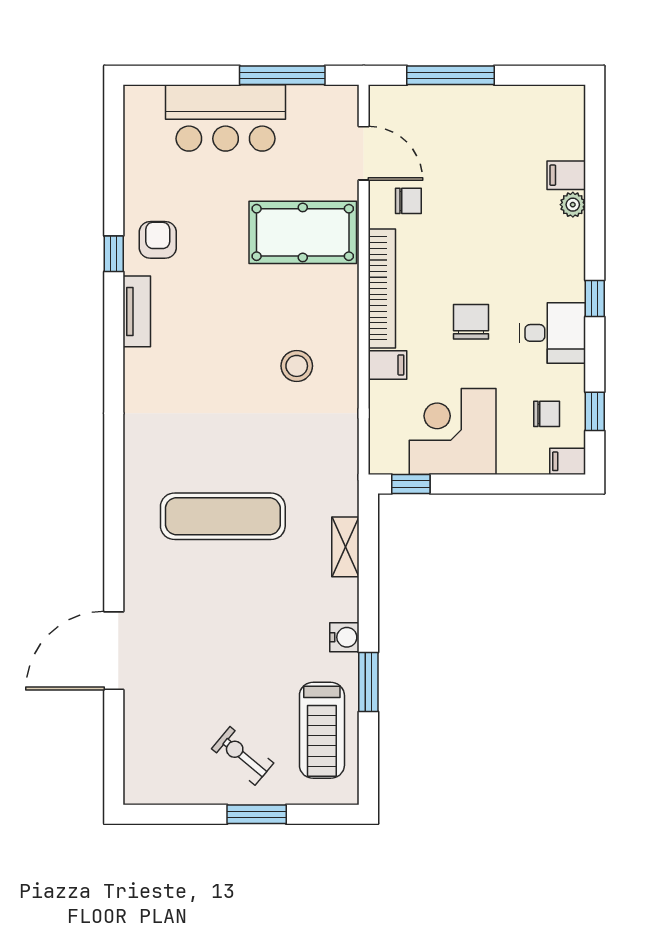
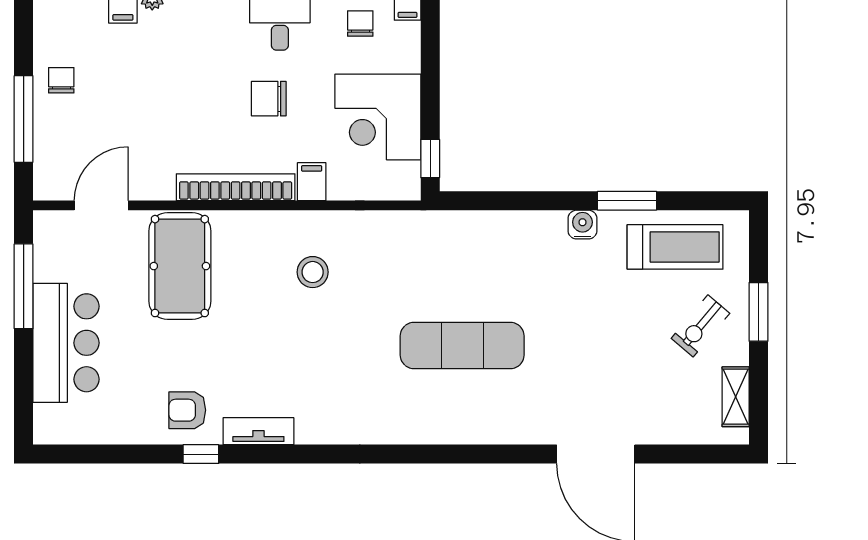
chair: (408, 201) -> (61, 80), moved
exercise mat: (223, 516) -> (462, 345), turned 90
shelving: (345, 547) -> (736, 397), moved, turned 90

